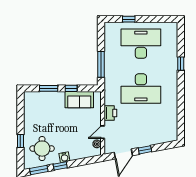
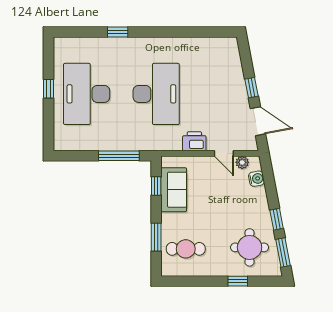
window: (129, 19) -> (48, 89), moved
window: (71, 88) -> (156, 186), moved
cafe table: (41, 107) -> (186, 249), added
water cooler: (64, 157) -> (256, 179), moved

